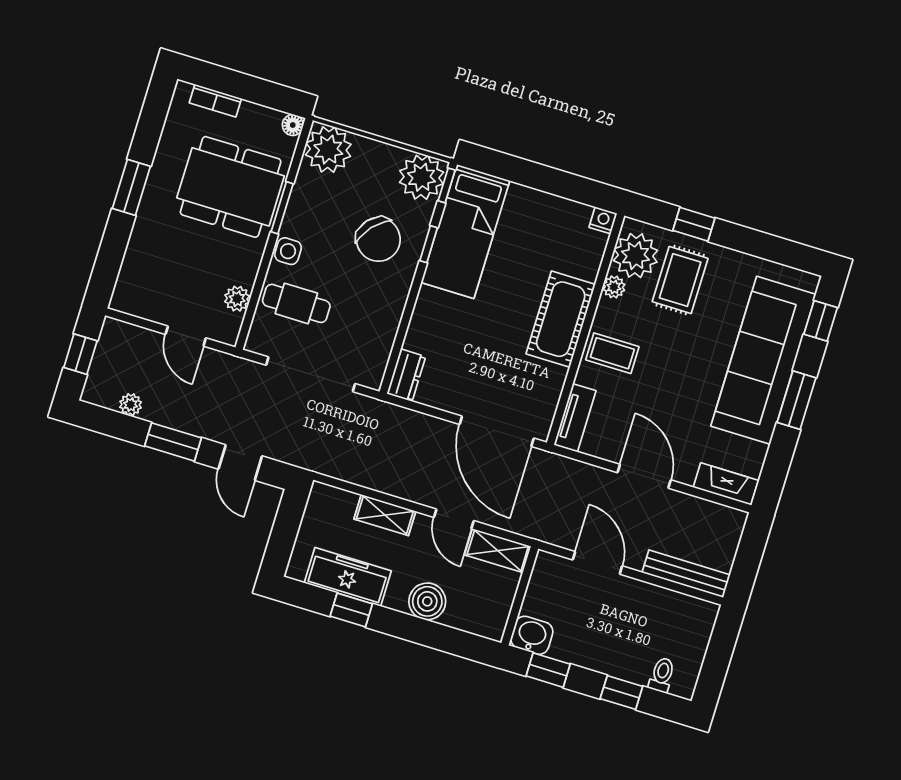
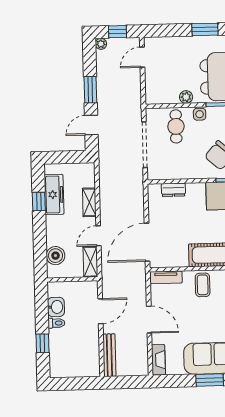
plant: (237, 299) -> (186, 97), moved
door: (186, 336) -> (142, 57), moved
dresser: (406, 375) -> (173, 190), moved
plant: (131, 405) -> (101, 44), moved
door: (644, 476) -> (149, 320), hinge flipped
boiler: (427, 601) -> (55, 256), moved
washbasin: (532, 635) -> (56, 307), moved
window: (548, 670) -> (41, 305), removed
toilet: (662, 675) -> (56, 323), moved

